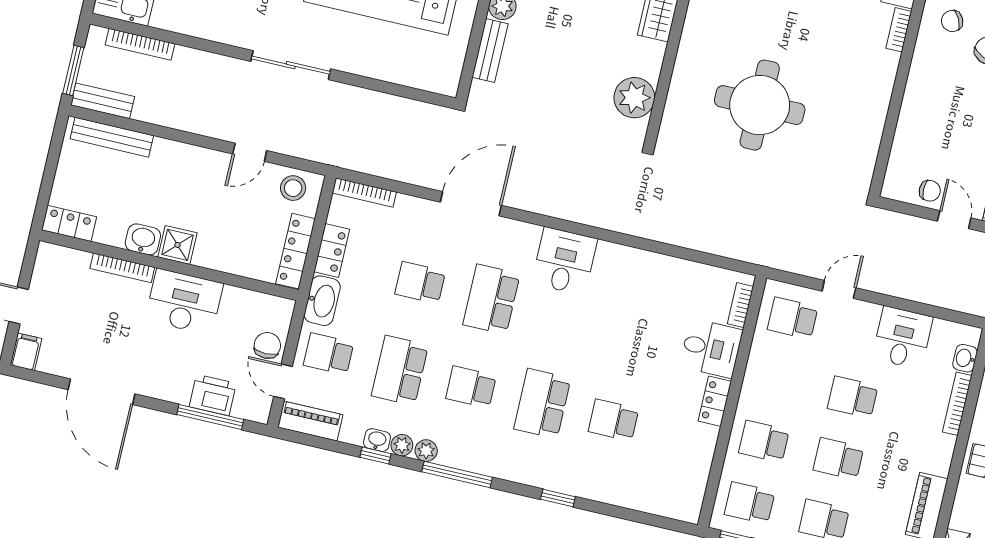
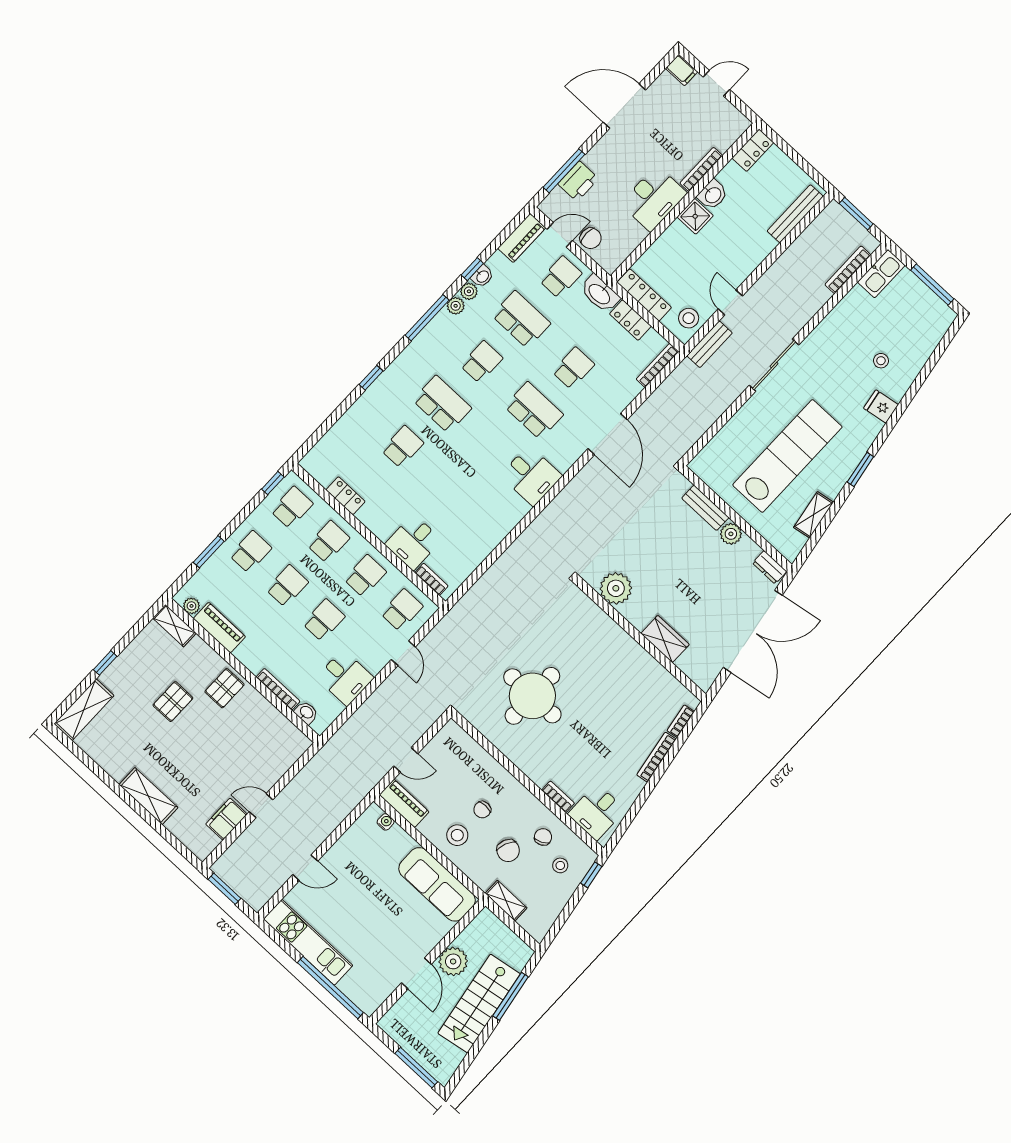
bench: (103, 101) -> (710, 344), moved
round table: (760, 105) -> (532, 696), moved
chair: (930, 191) -> (482, 810), moved
school desk: (778, 380) -> (365, 576), added
locker: (715, 401) -> (346, 496), moved

